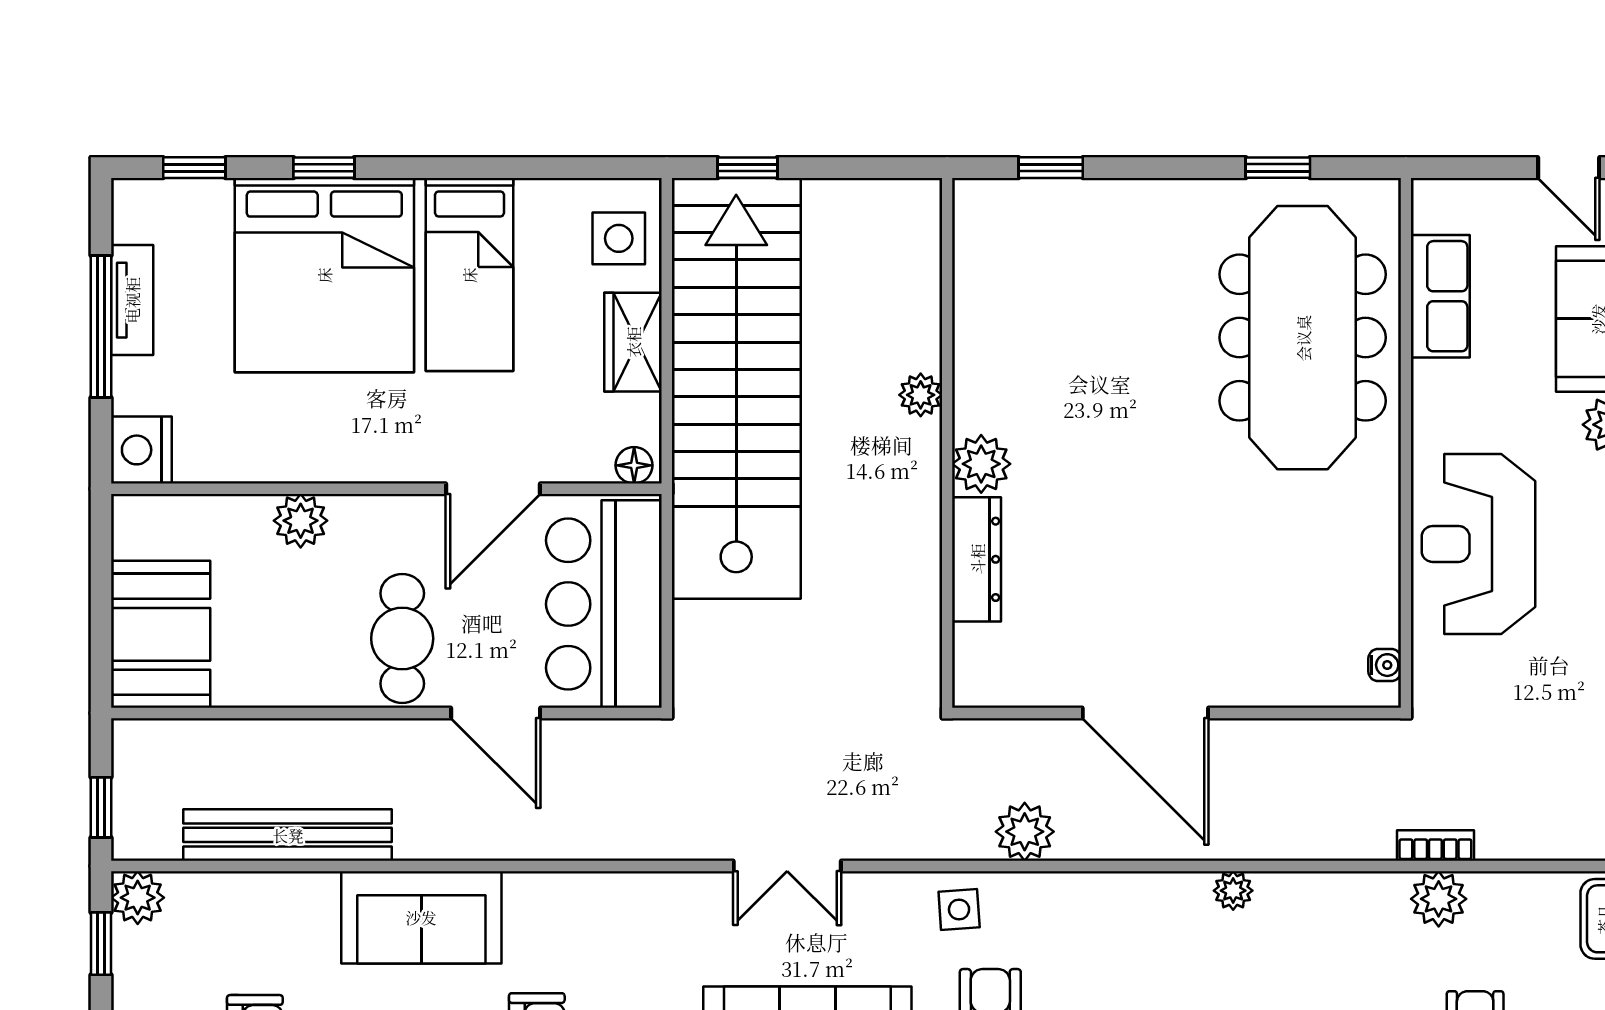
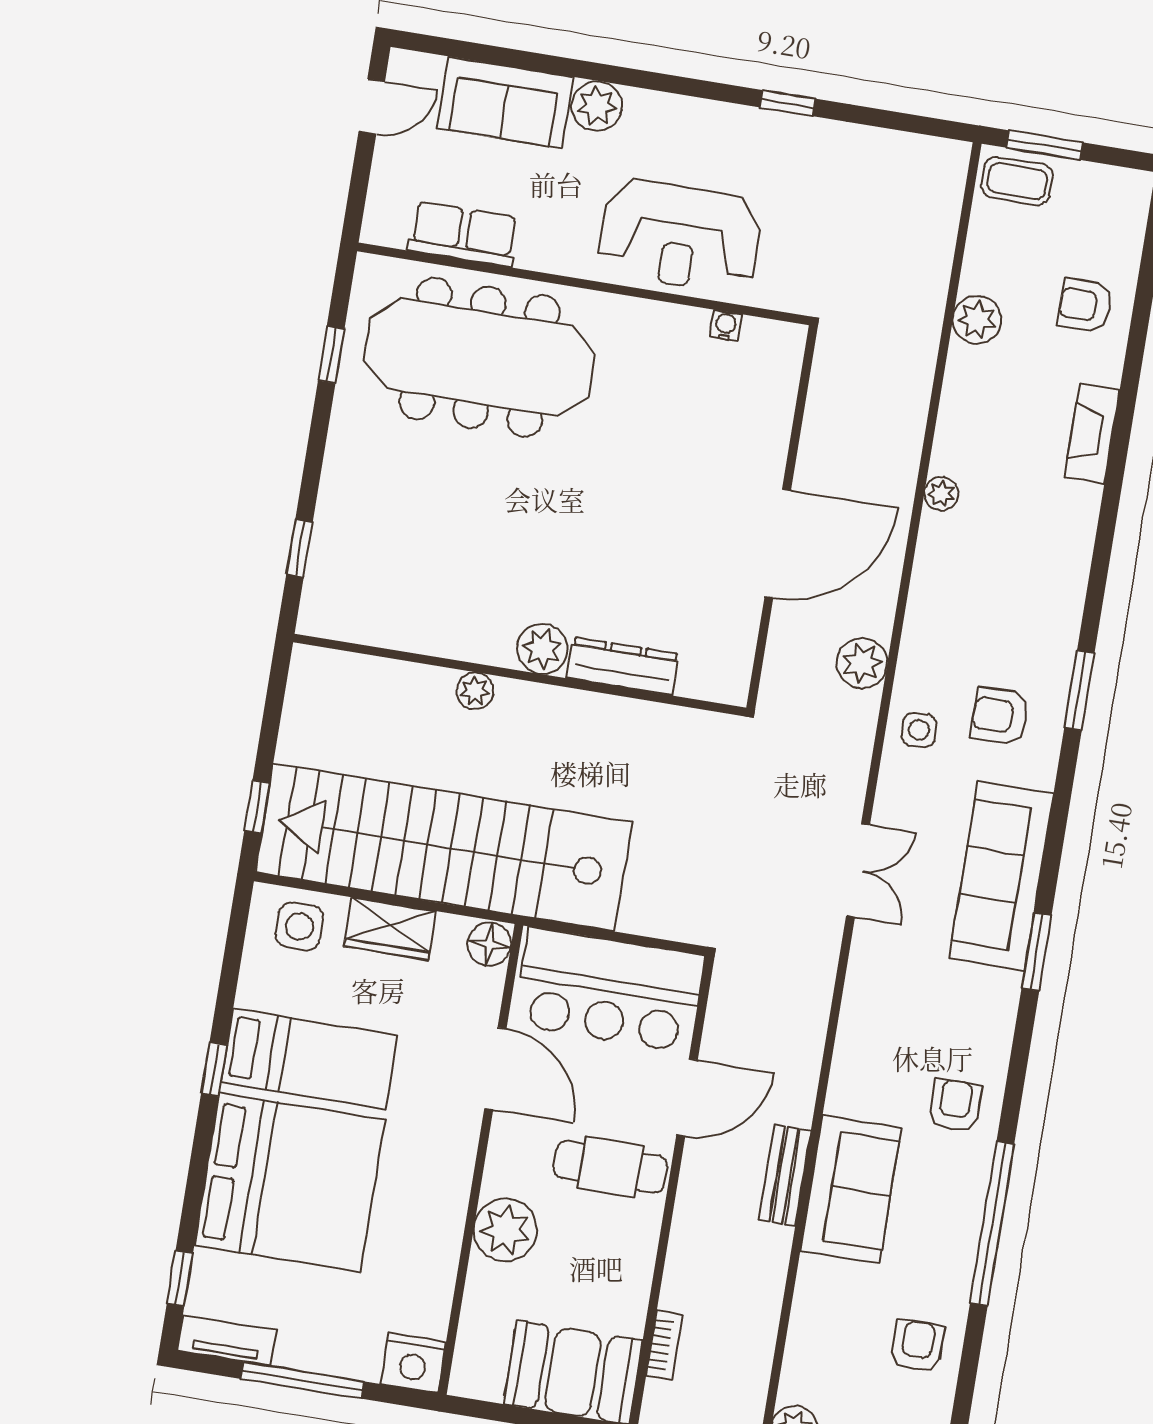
window: (324, 168) -> (214, 1069), moved
tv unit: (132, 300) -> (227, 1340), moved
floor lamp: (634, 465) -> (489, 944), width x1.37, depth x1.37
plant: (301, 521) -> (505, 1230), width x1.36, depth x1.36
water cooler: (1385, 665) -> (726, 326), moved
bench: (288, 835) -> (785, 1175), moved, width x0.54, depth x0.82
bookcase: (1435, 846) -> (664, 1345), moved, turned 180

